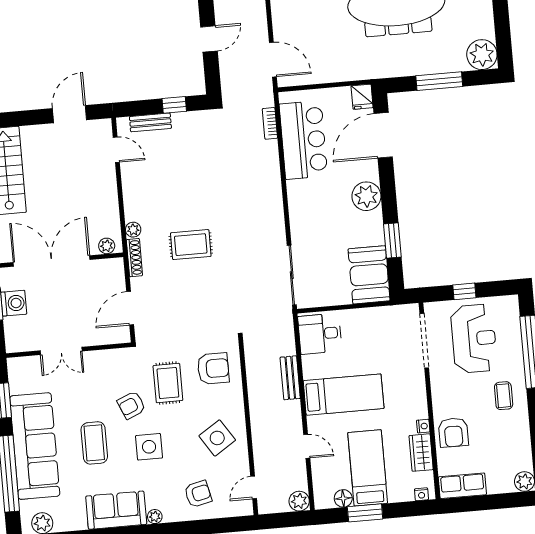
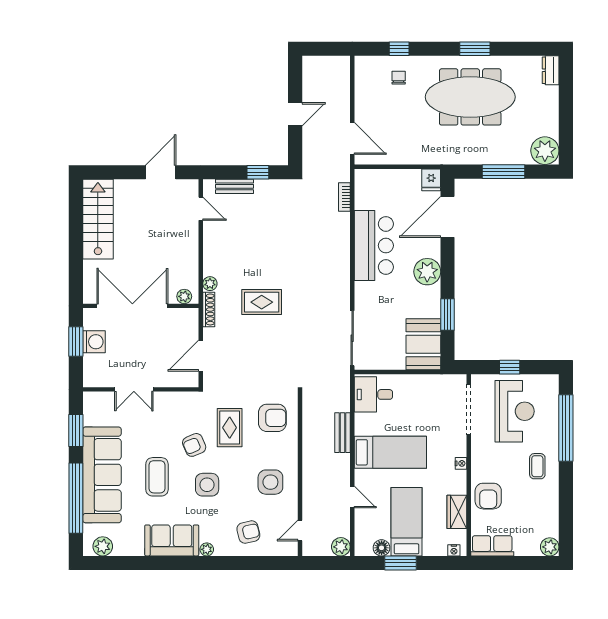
bar counter: (303, 140) -> (374, 246), moved
nightstand: (423, 426) -> (461, 463), moved
side table: (217, 438) -> (270, 482), turned 33

